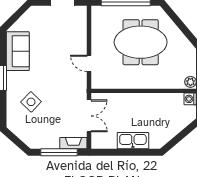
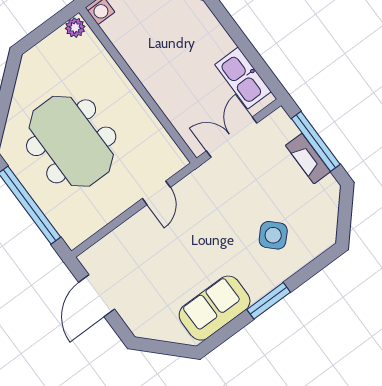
kitchen sink: (133, 141) -> (243, 78), moved
fireplace: (73, 143) -> (308, 159), moved

